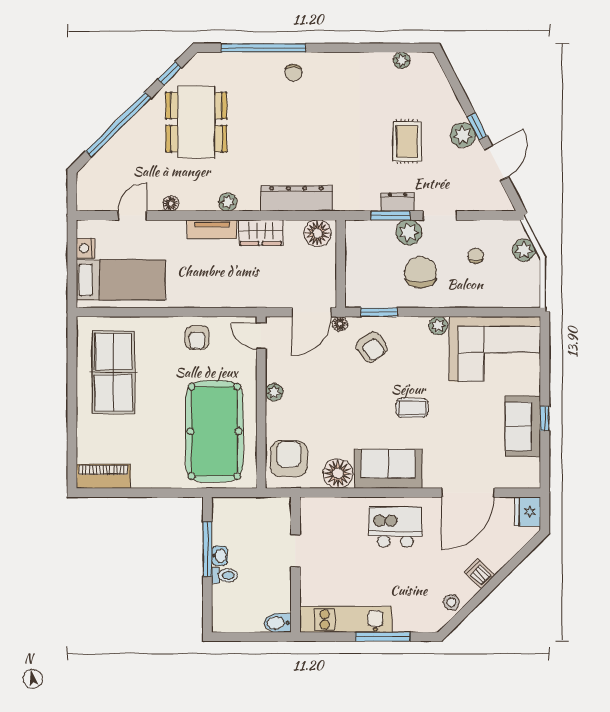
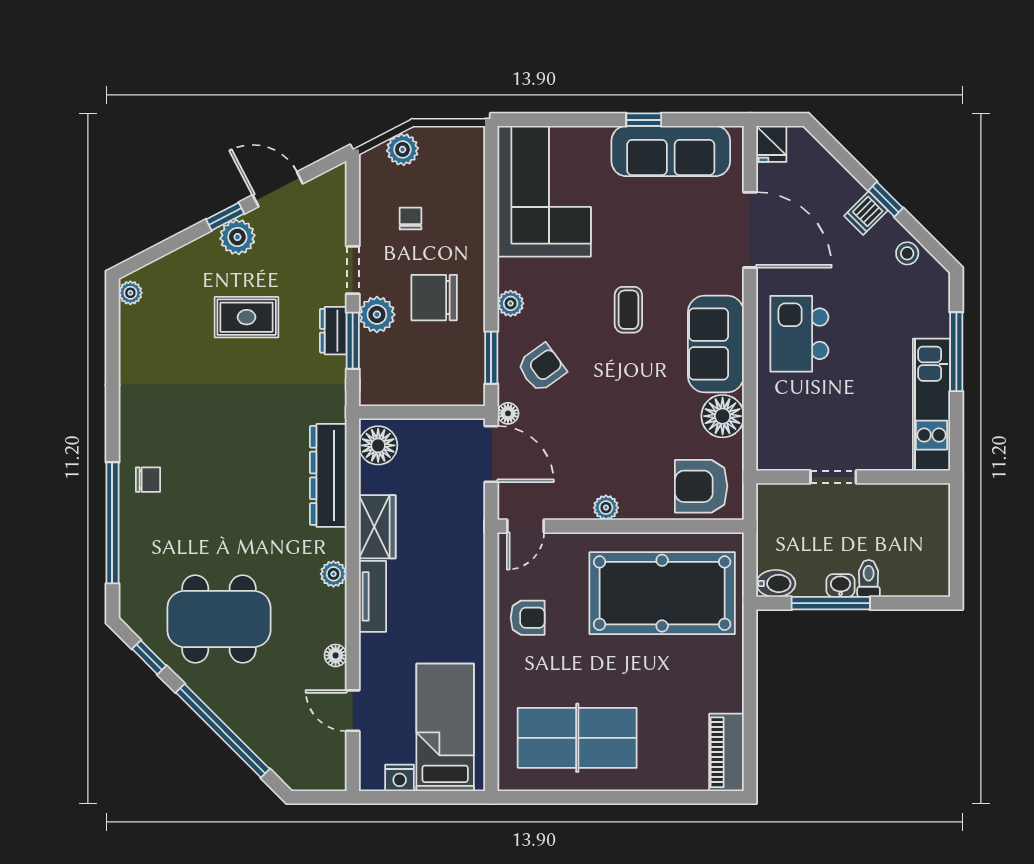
plant: (402, 60) -> (130, 293), moved
chair: (476, 256) -> (410, 219), turned 95
plant: (438, 326) -> (511, 303), moved
sofa: (523, 426) -> (671, 151), width x1.36
fridge: (528, 512) -> (771, 144), width x0.72
window: (489, 587) -> (886, 199), added
bidet: (278, 623) -> (776, 583), moved, turned -90

